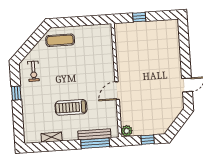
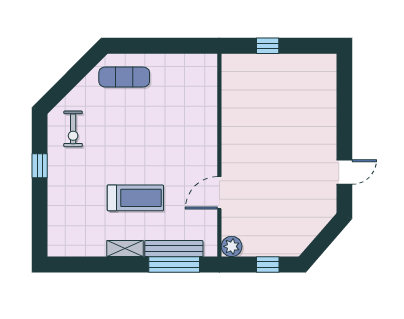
door: (117, 91) -> (219, 193), moved
treadmill: (71, 107) -> (135, 198), turned 180
shelving: (52, 137) -> (125, 249), moved

